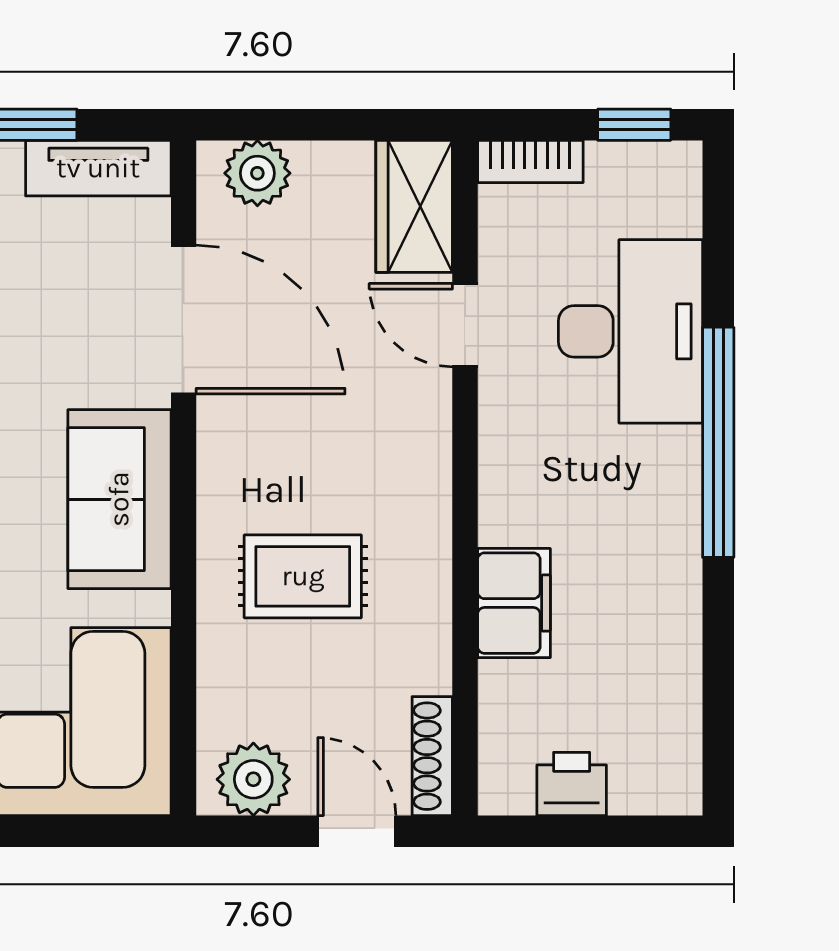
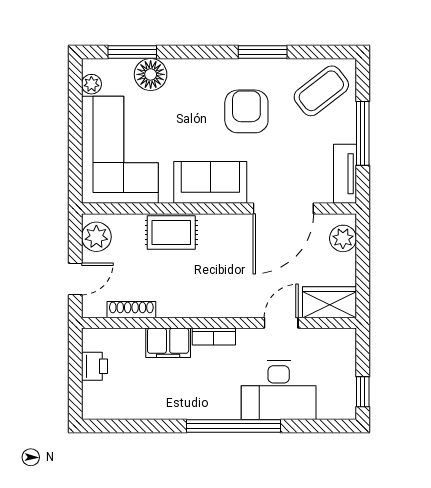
bookcase: (530, 161) -> (214, 337), moved, turned -90
rug: (303, 576) -> (171, 232), moved, turned 90
shoe rack: (432, 756) -> (131, 310), moved

